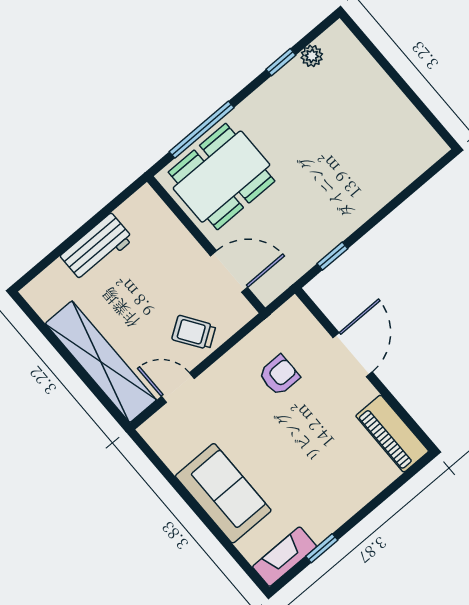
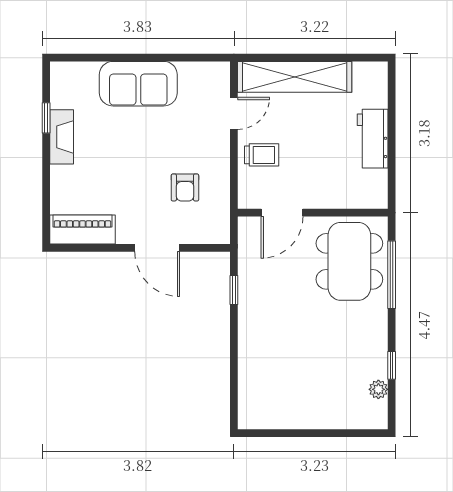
trolley: (194, 332) -> (262, 155), turned 34
fireplace: (285, 557) -> (62, 137), moved

